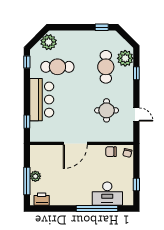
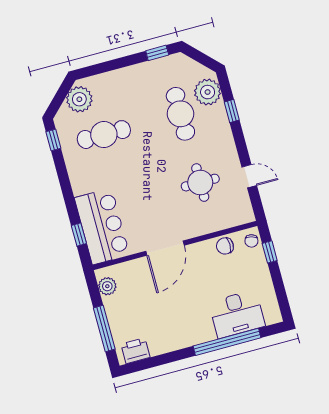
bar counter: (42, 100) -> (102, 226), moved
plant: (35, 176) -> (107, 286), moved
window: (136, 185) -> (270, 252), moved

